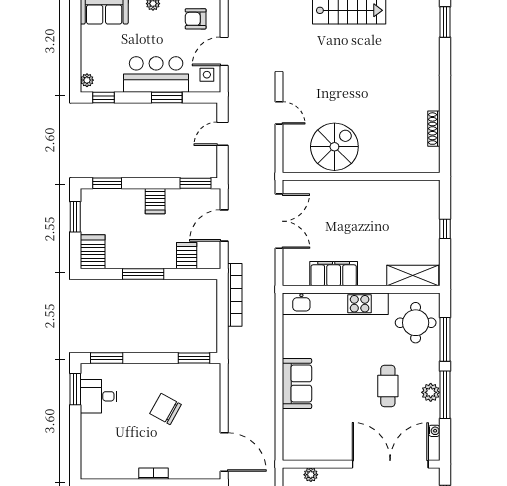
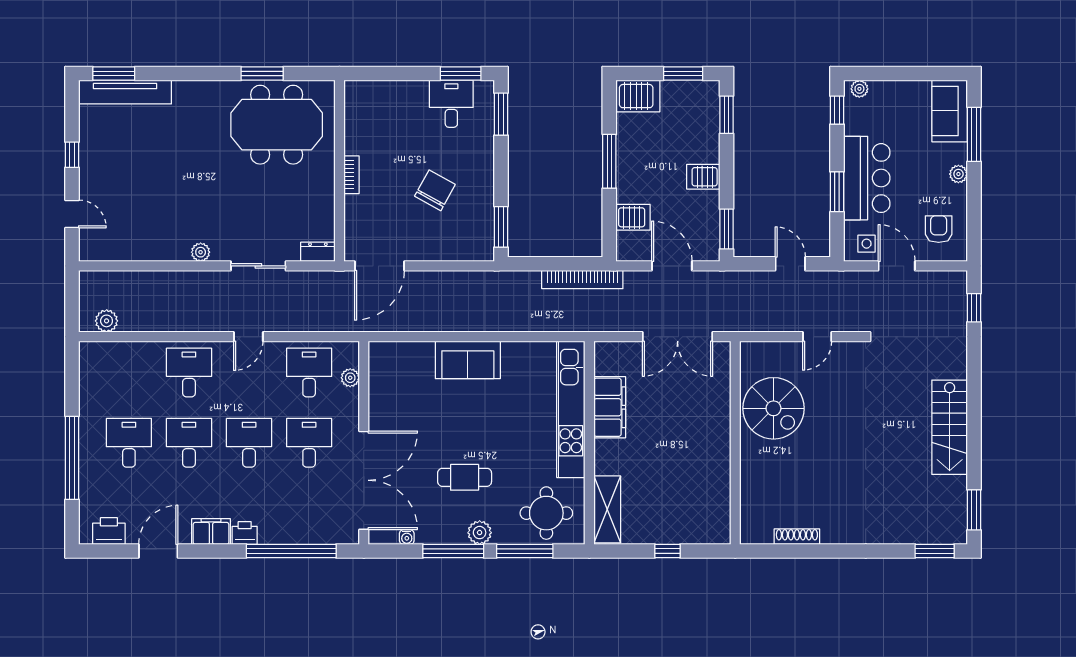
plant: (431, 392) -> (480, 533), moved

